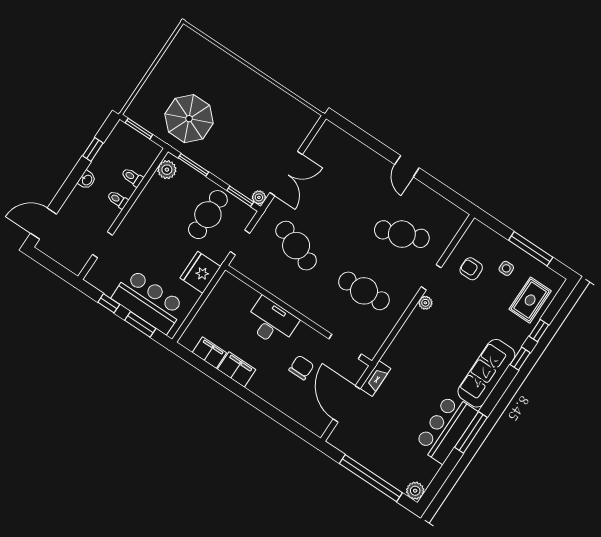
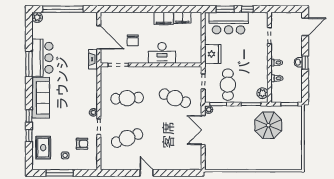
window: (93, 149) -> (305, 63), moved

